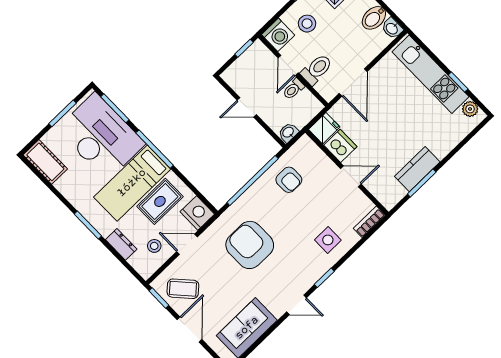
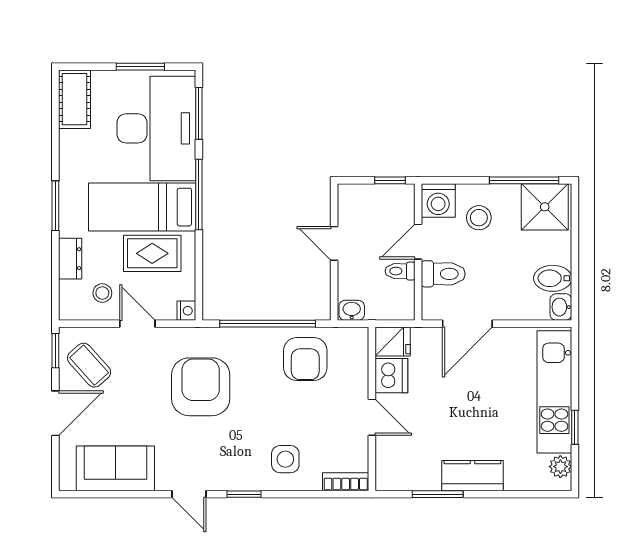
kitchen counter: (417, 169) -> (472, 476), moved
armchair: (289, 180) -> (305, 359), width x1.38, depth x1.38
nightstand: (197, 213) -> (186, 311), width x0.53, depth x0.56

